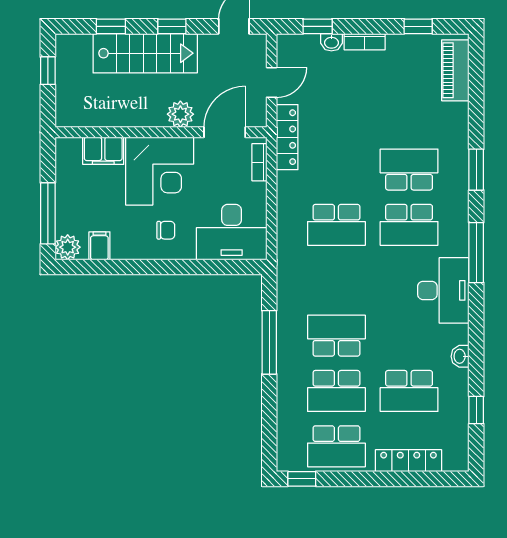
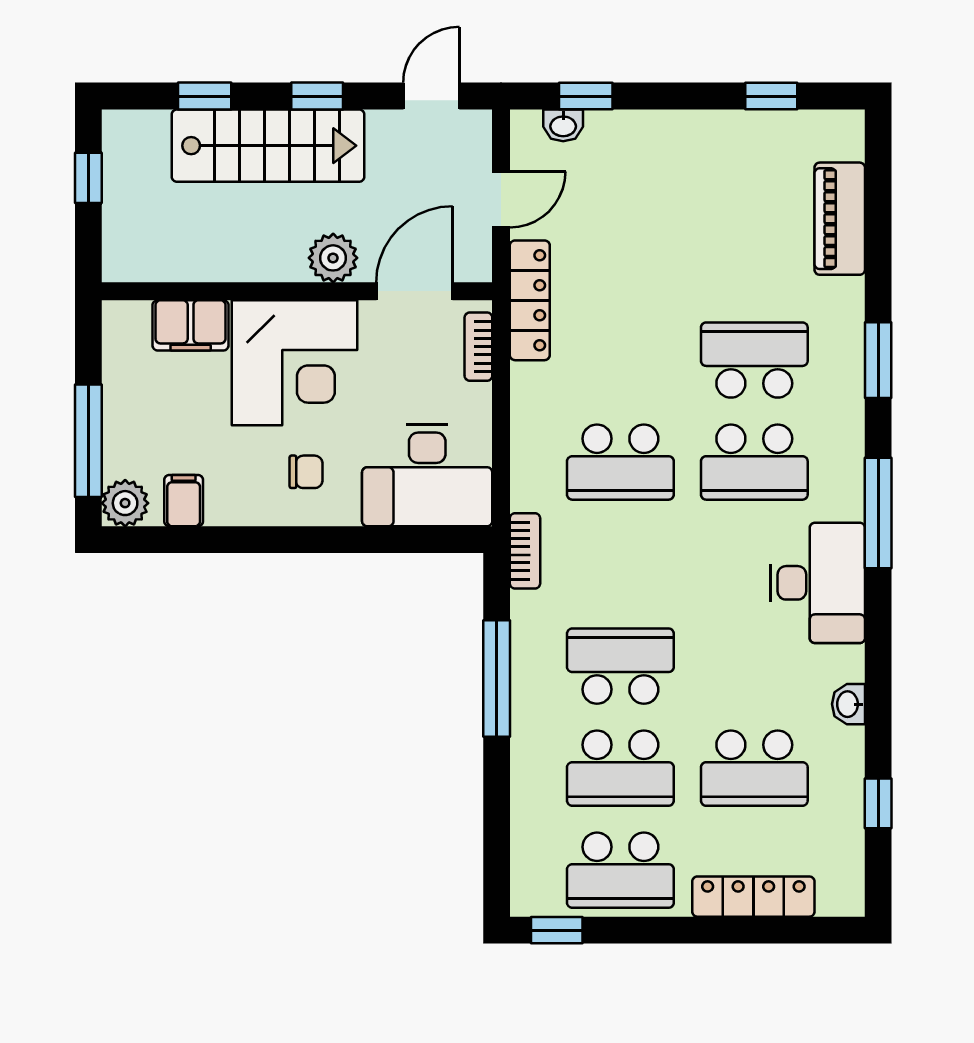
washbasin: (331, 42) -> (563, 125), moved
bookcase: (365, 42) -> (525, 551), moved, turned -90
piano: (455, 70) -> (840, 219), moved

